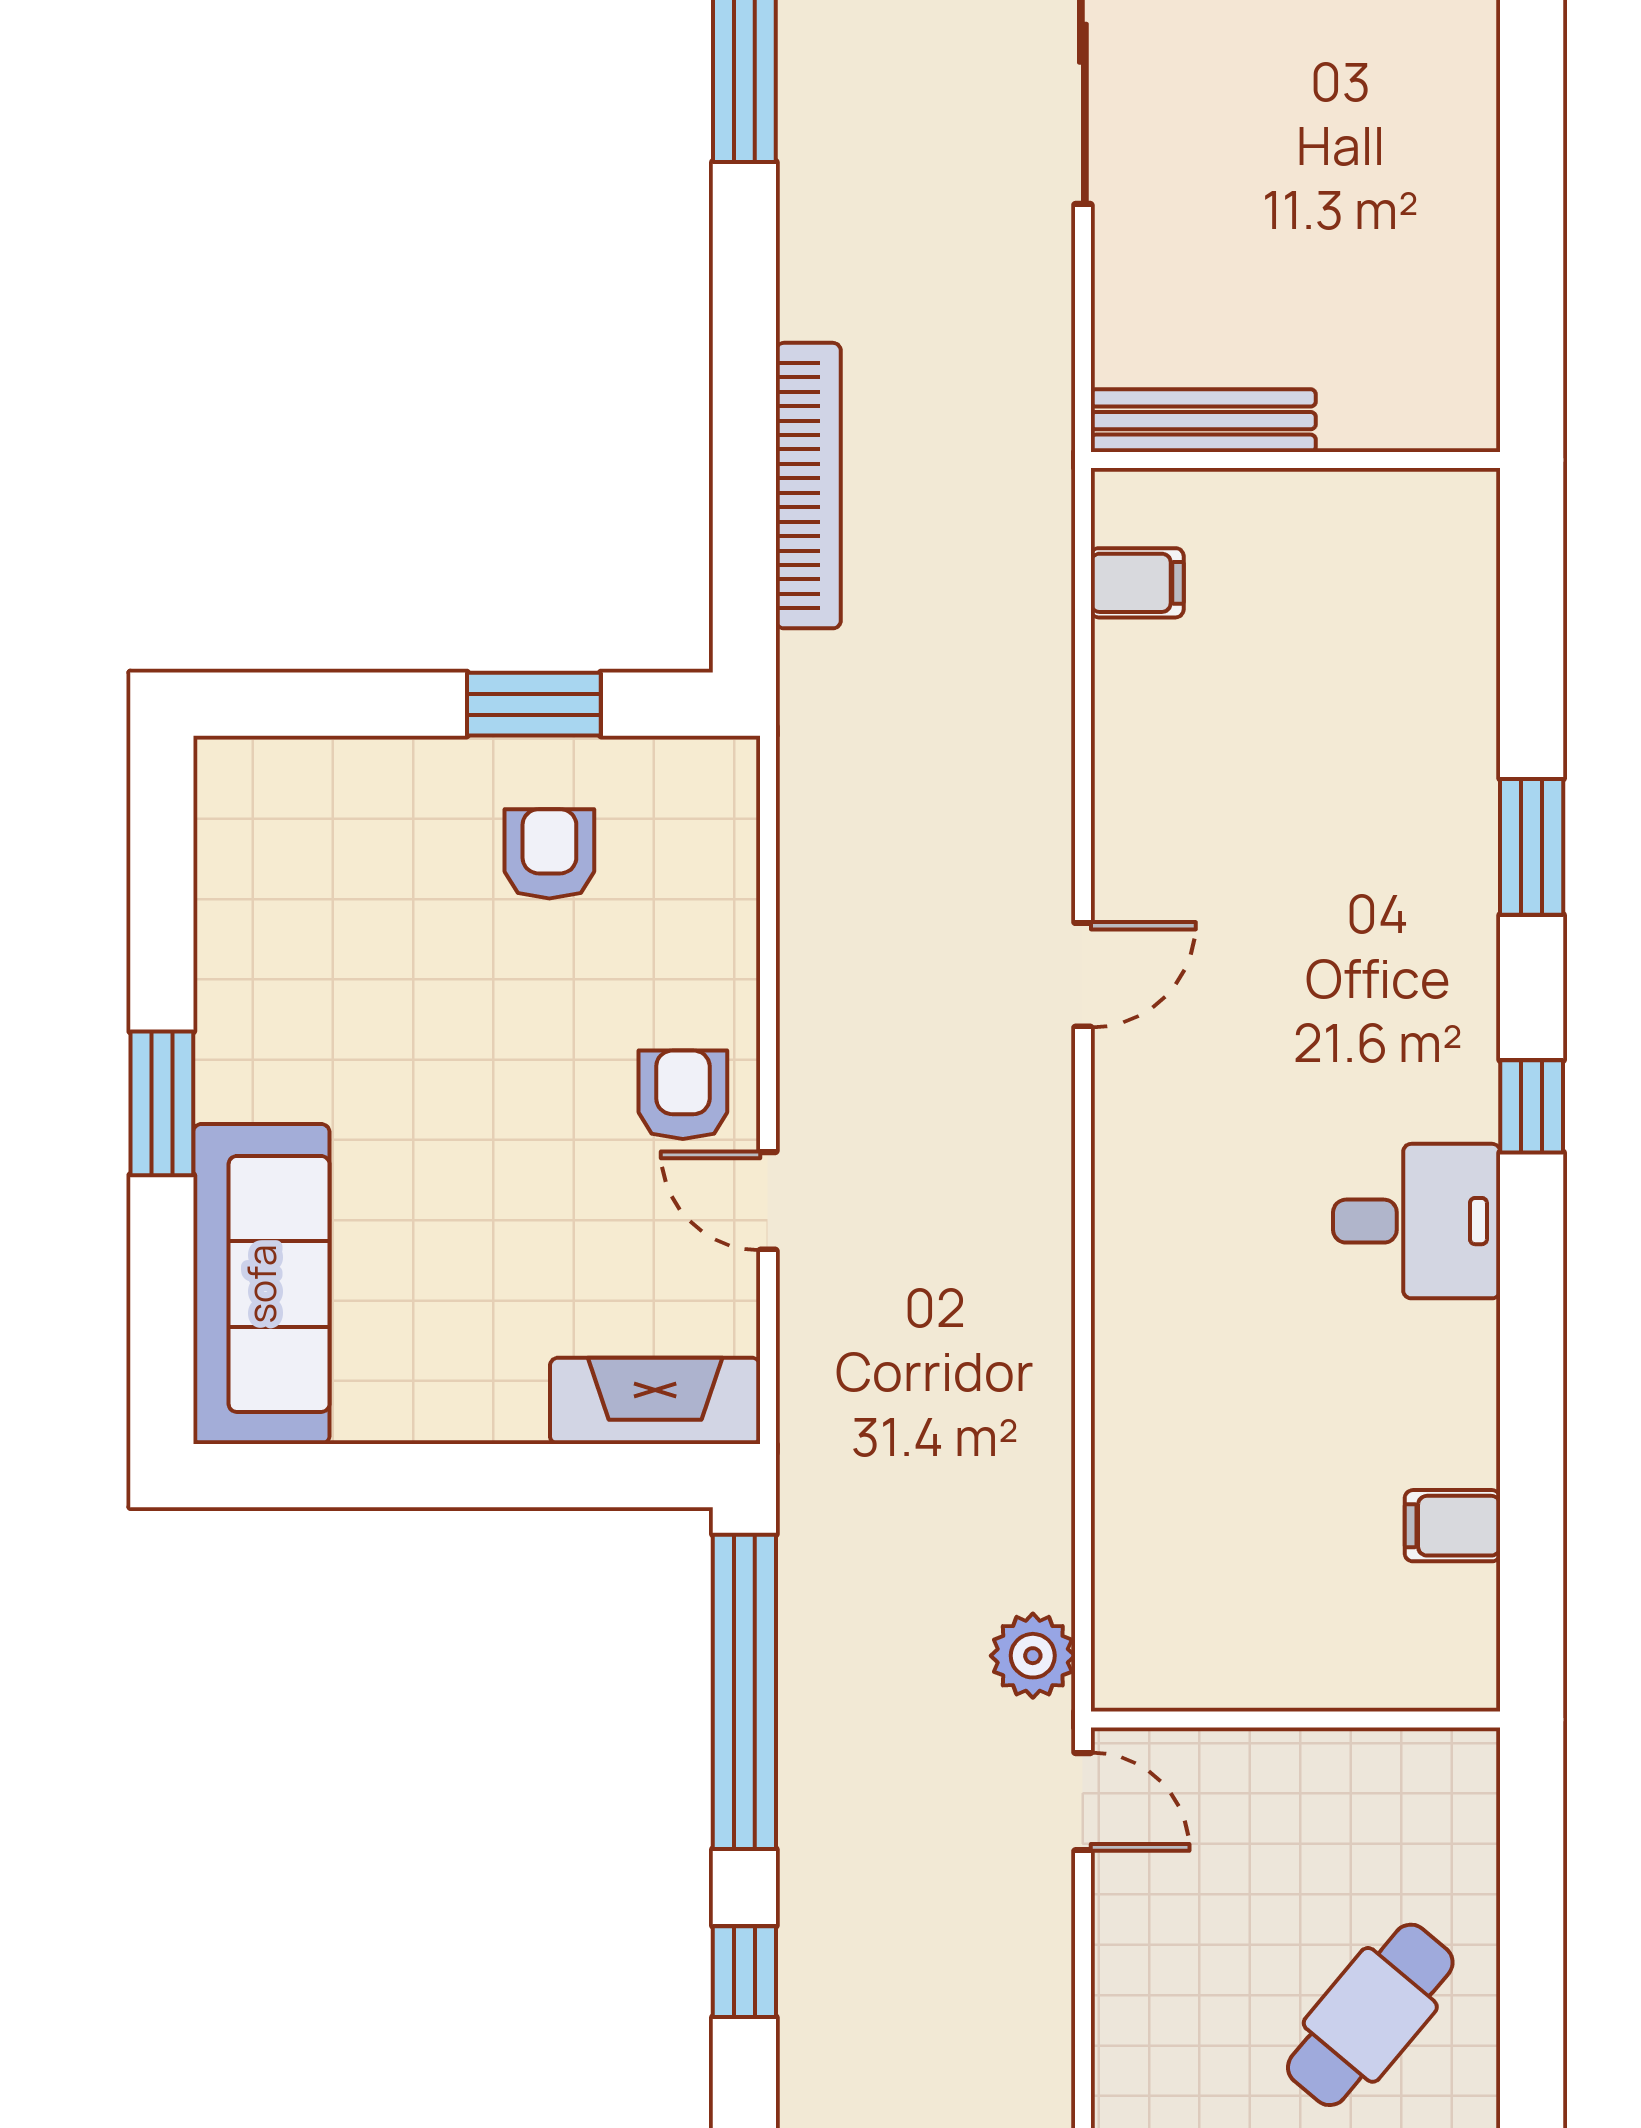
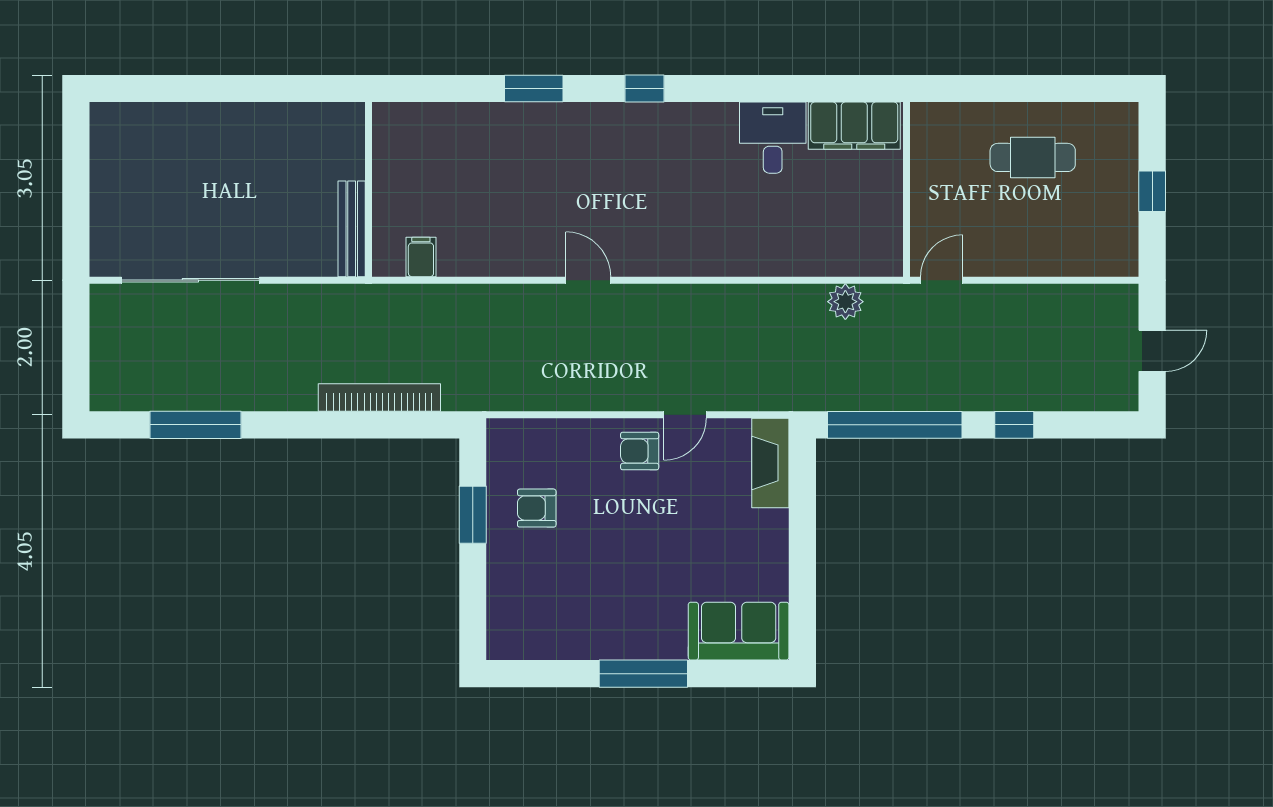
window: (162, 1103) -> (643, 674), width x1.44
desk: (1417, 1221) -> (773, 138), moved
sofa: (261, 1284) -> (739, 631), width x0.73
filing cabinet: (1452, 1526) -> (854, 126), width x3.00, depth x1.17
plant: (1033, 1656) -> (845, 302), moved
cafe table: (1370, 2015) -> (1033, 157), turned -40

